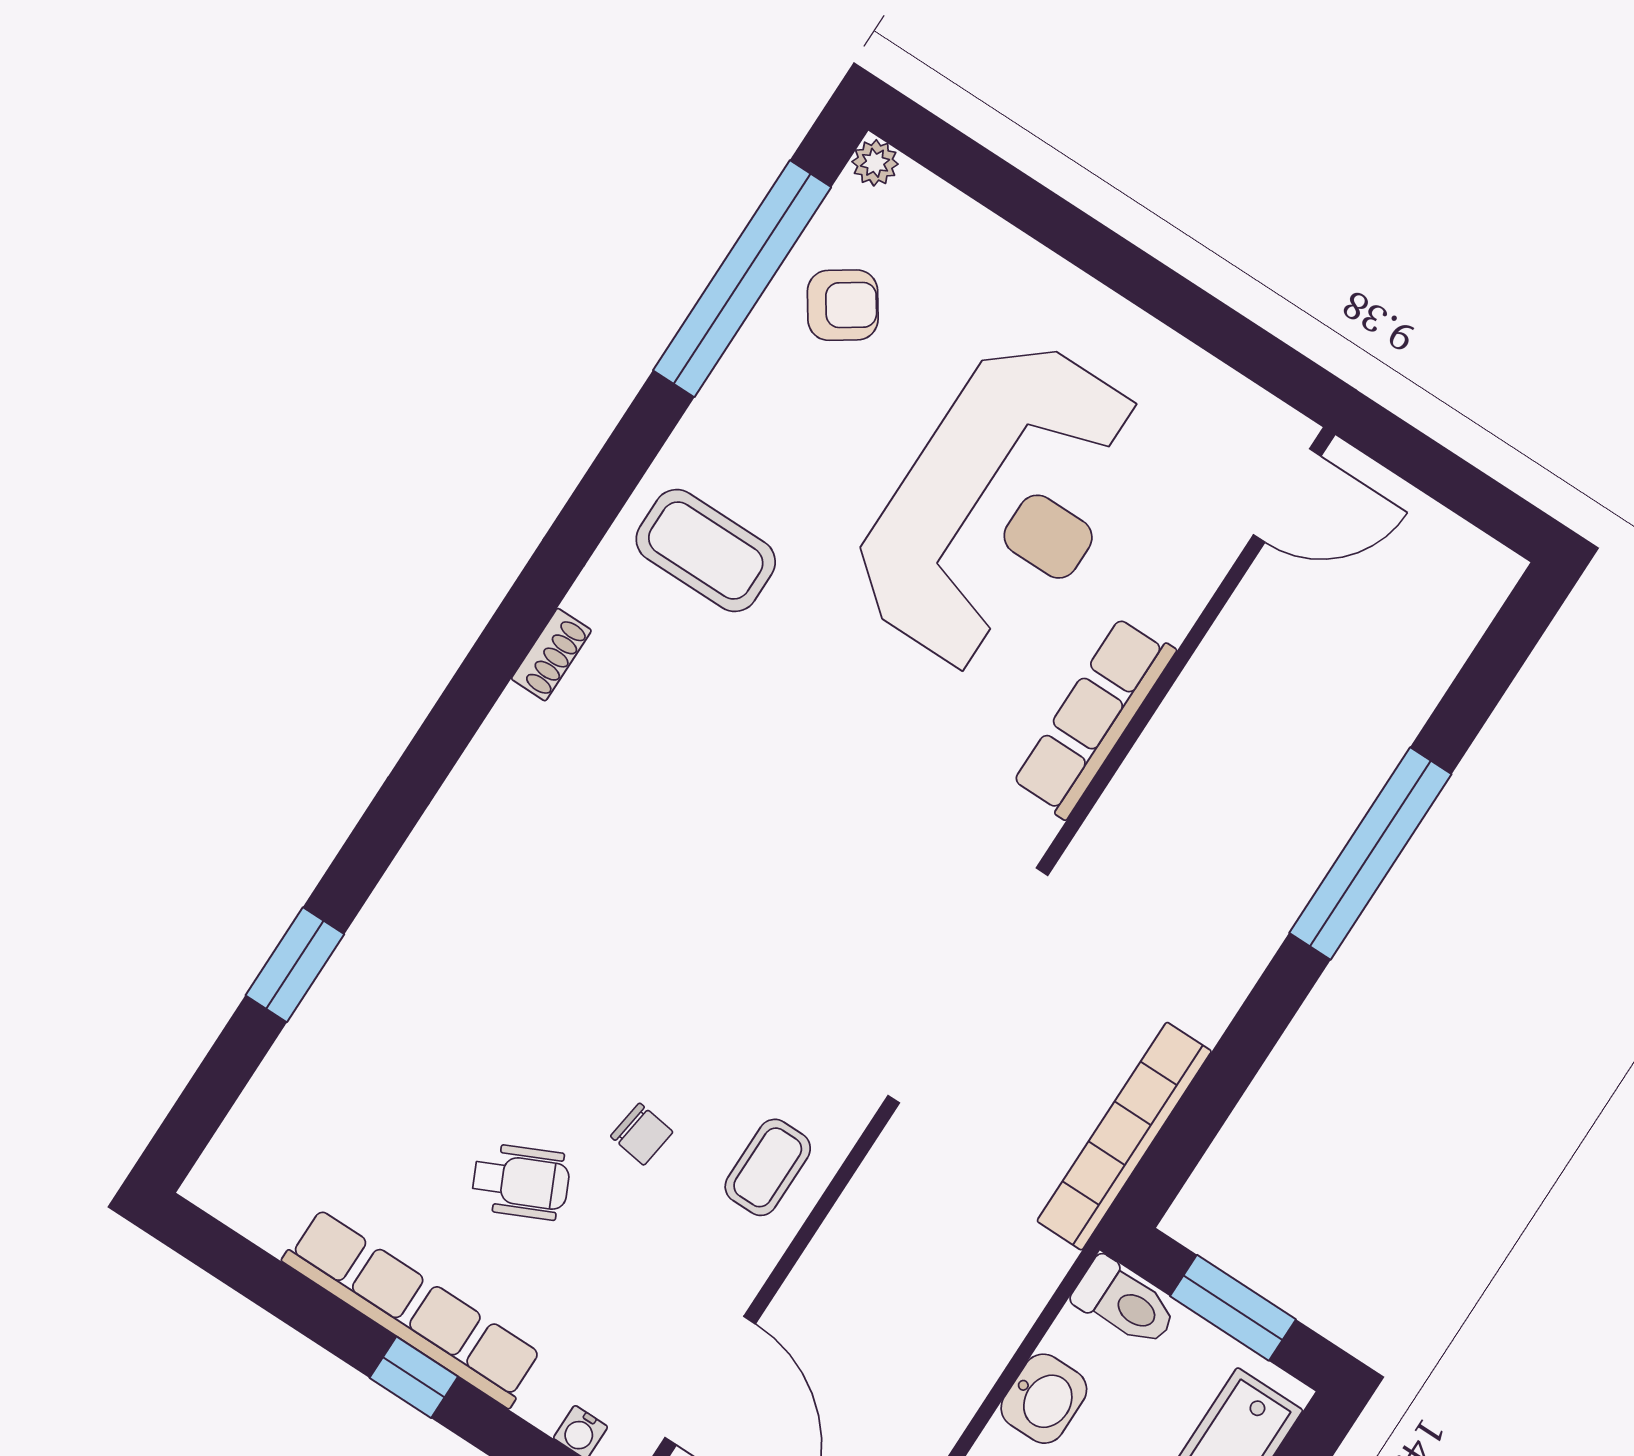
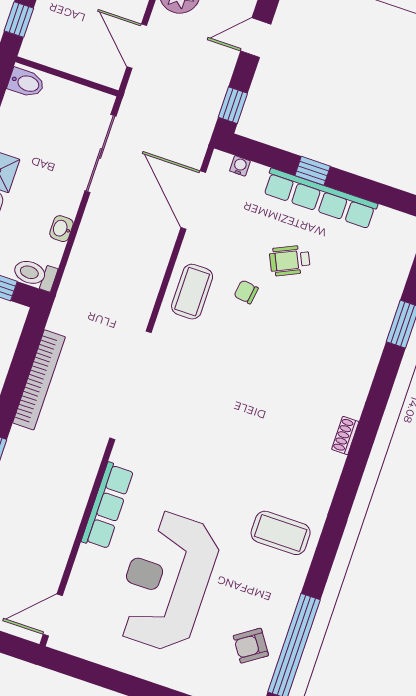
shoe rack: (551, 655) -> (345, 435), moved
bookcase: (1124, 1136) -> (39, 380), moved
coffee table: (768, 1167) -> (192, 292), width x1.36, depth x1.30
washbasin: (1044, 1399) -> (61, 229), width x0.72, depth x0.69

